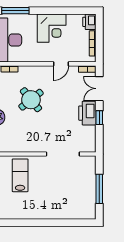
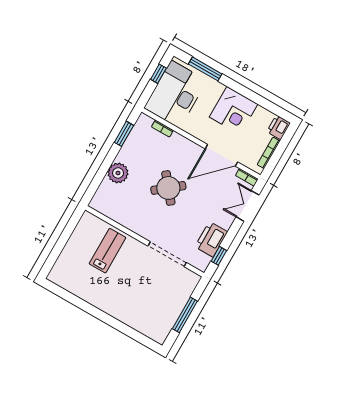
door: (61, 64) -> (221, 155), width x1.88
round table: (31, 100) -> (168, 188), moved
printer: (87, 113) -> (211, 239), moved
window: (99, 118) -> (219, 256), moved

